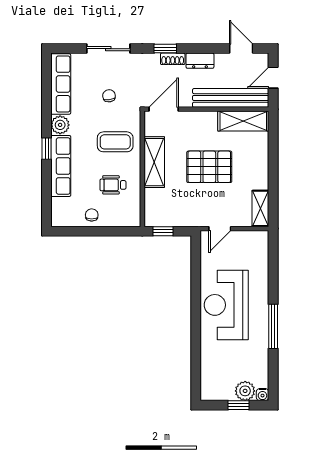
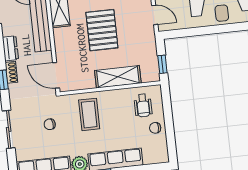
shelving: (154, 162) -> (118, 77), moved
wheelchair: (113, 185) -> (143, 105), moved

